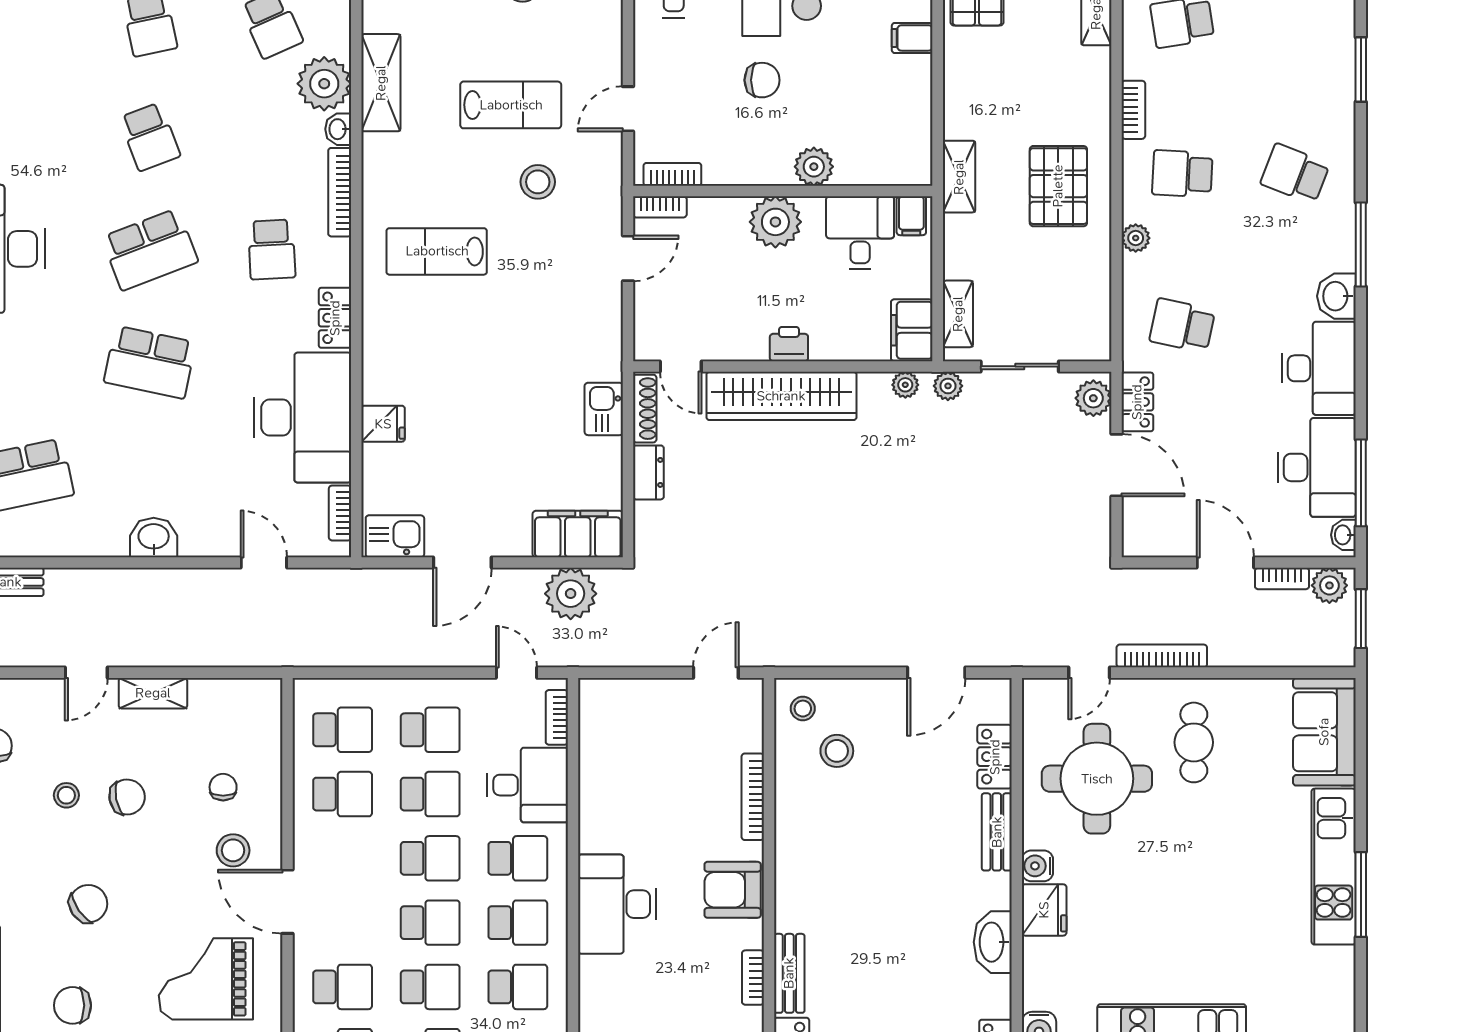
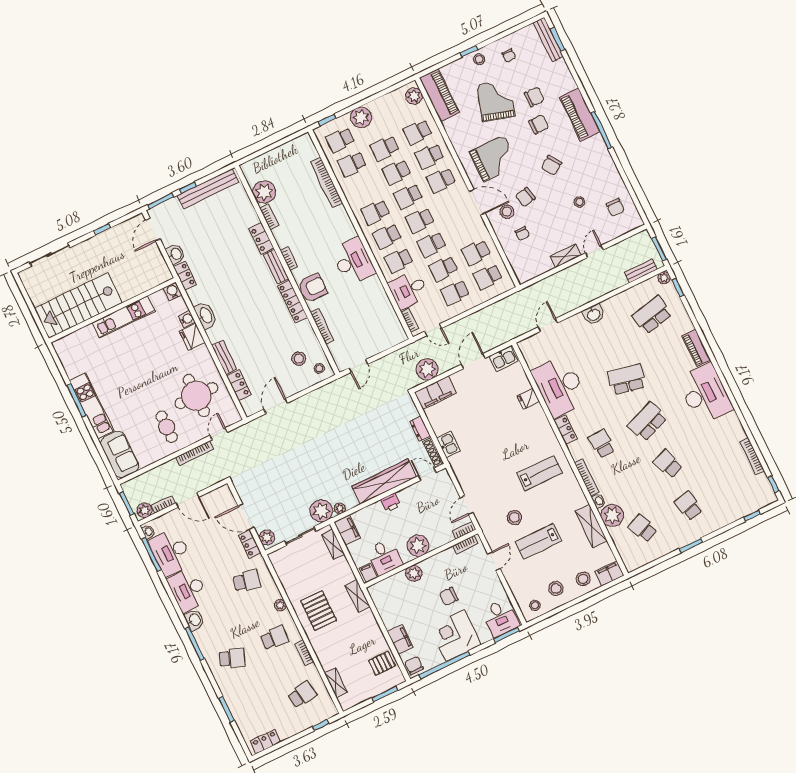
filing cabinet: (912, 38) -> (400, 639), width x2.00
plant: (948, 386) -> (321, 511), width x1.88, depth x1.88
bookcase: (340, 513) -> (528, 357), removed
door: (264, 563) -> (548, 325), swing flipped
chair: (127, 797) -> (525, 197), moved
water cooler: (1037, 866) -> (187, 319), moved
locker: (791, 881) -> (292, 302), added

